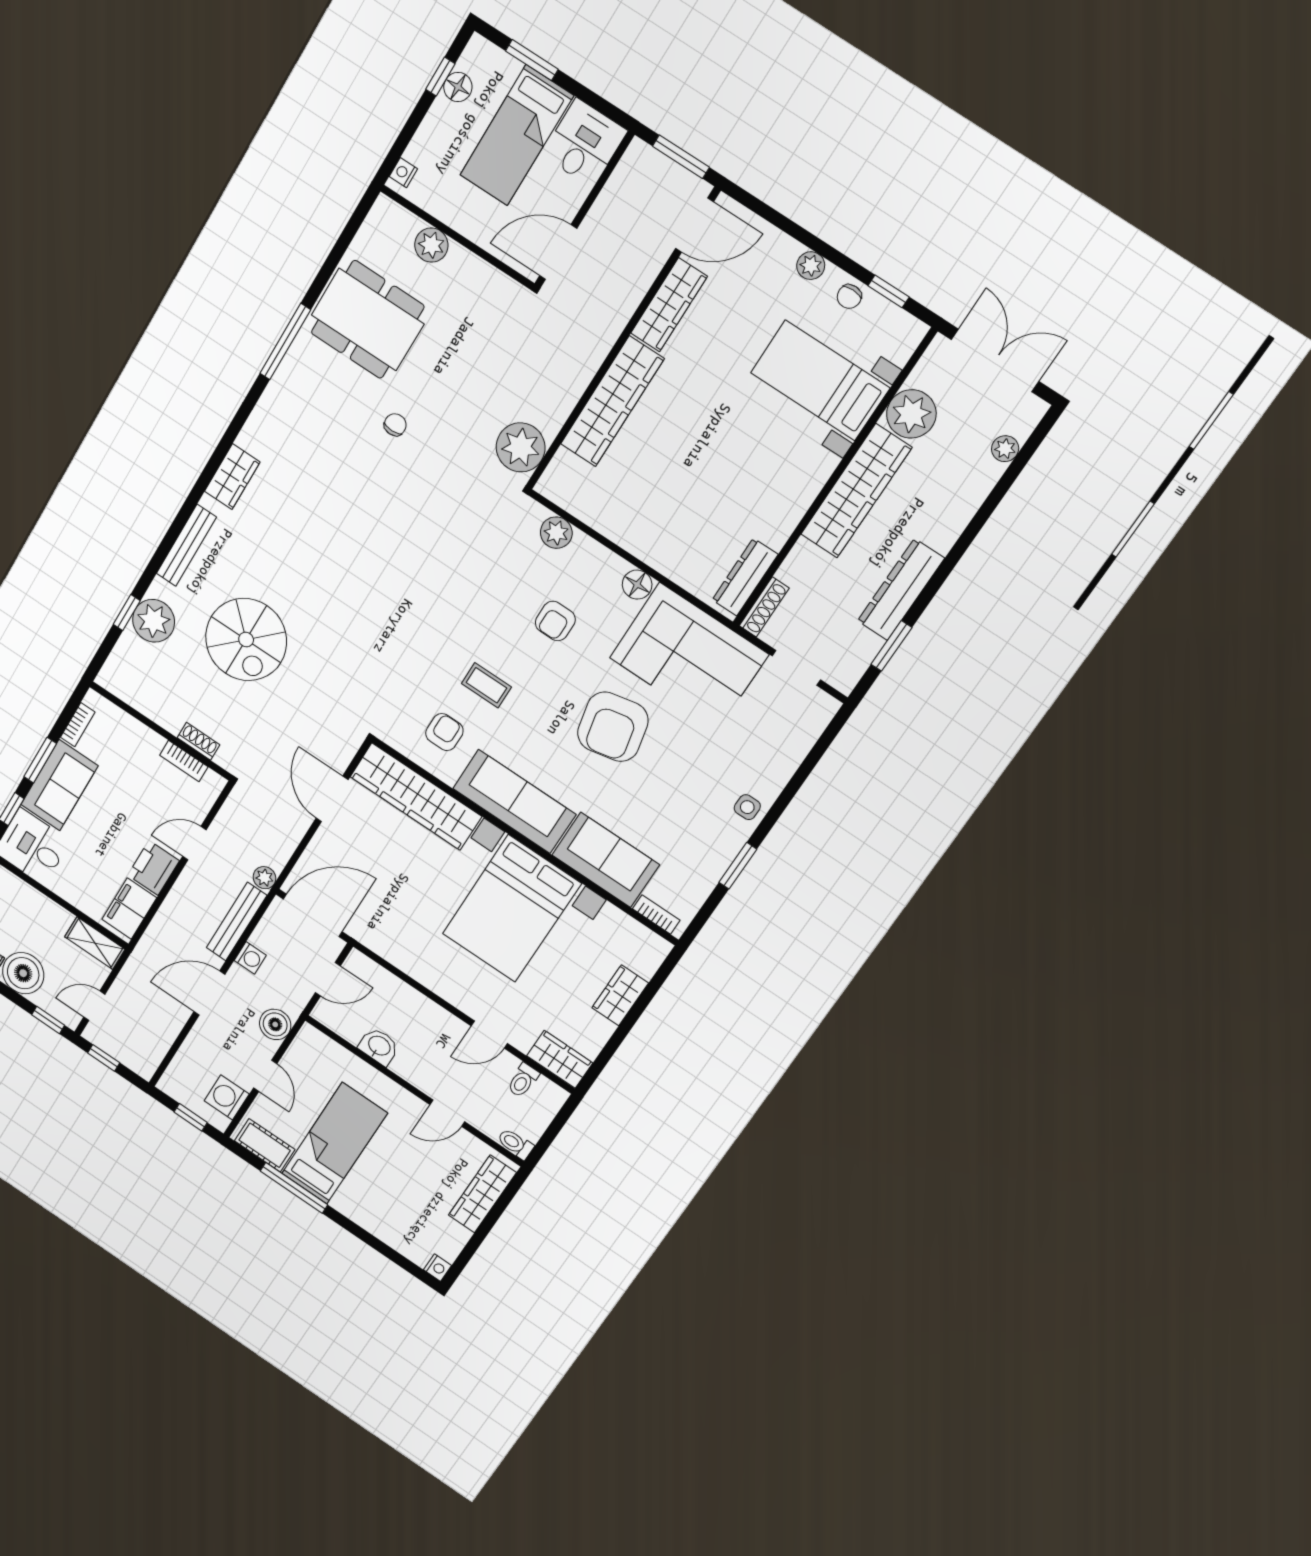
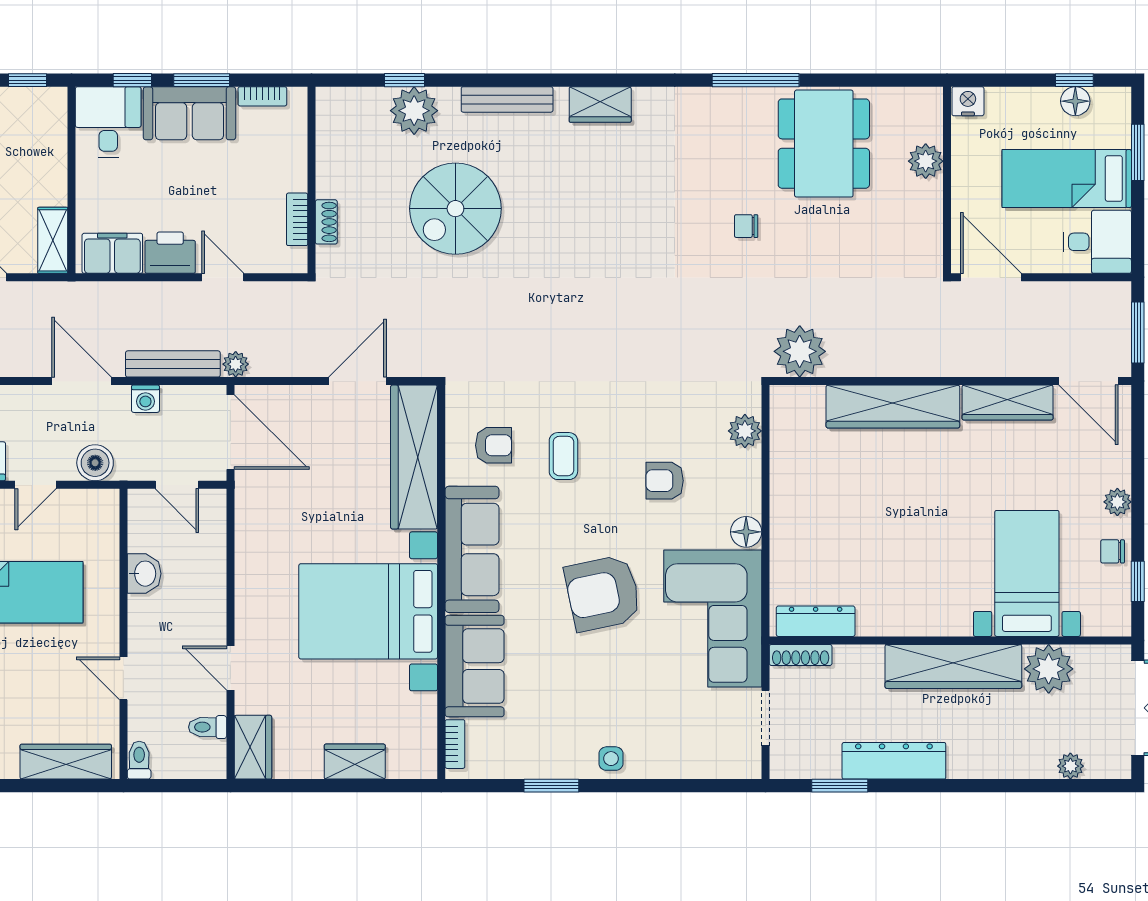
nightstand: (403, 173) -> (968, 101), width x1.39, depth x1.35
chair: (395, 425) -> (746, 226), turned 180

